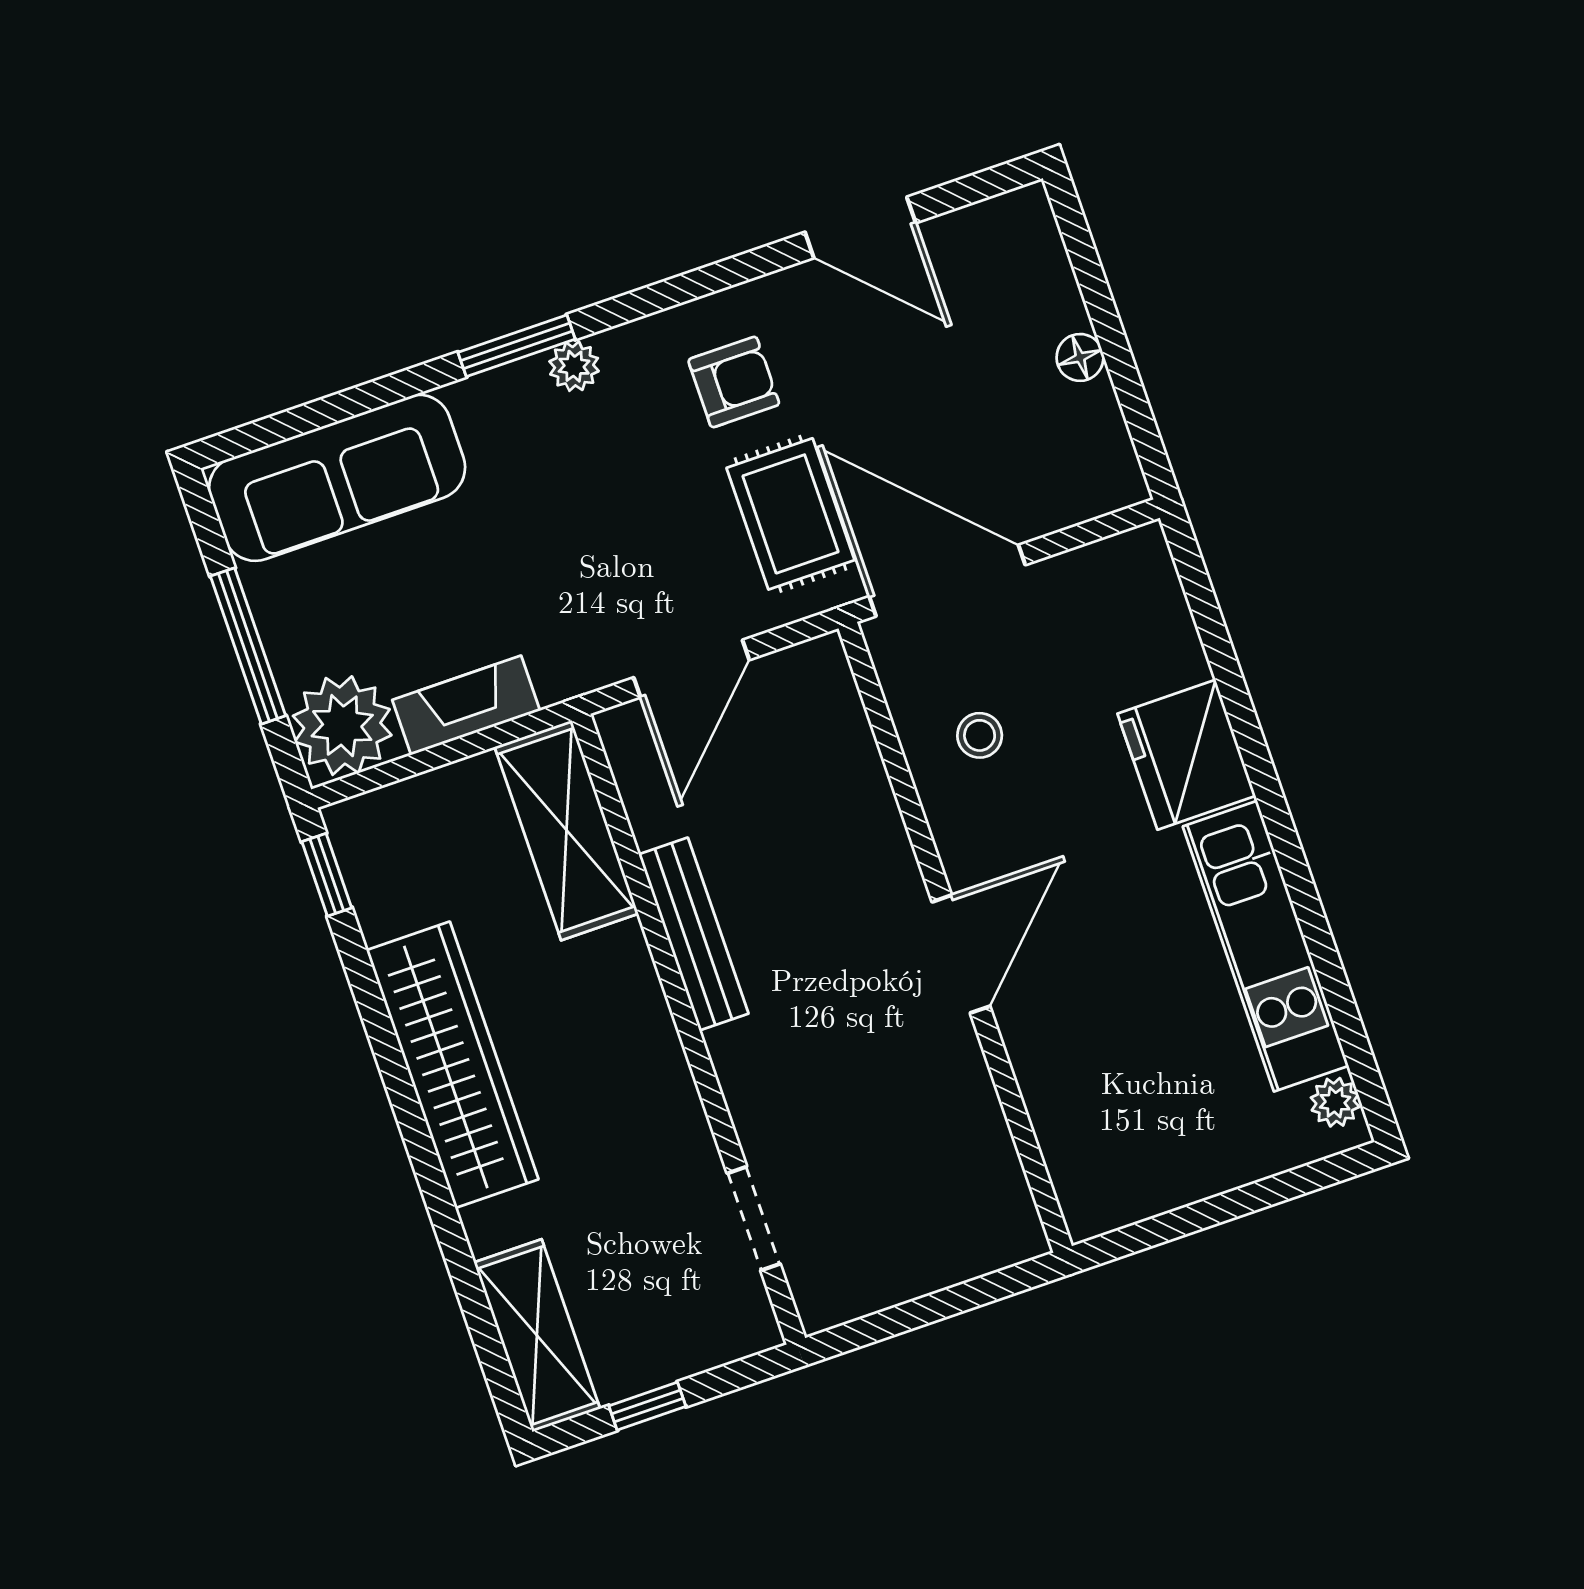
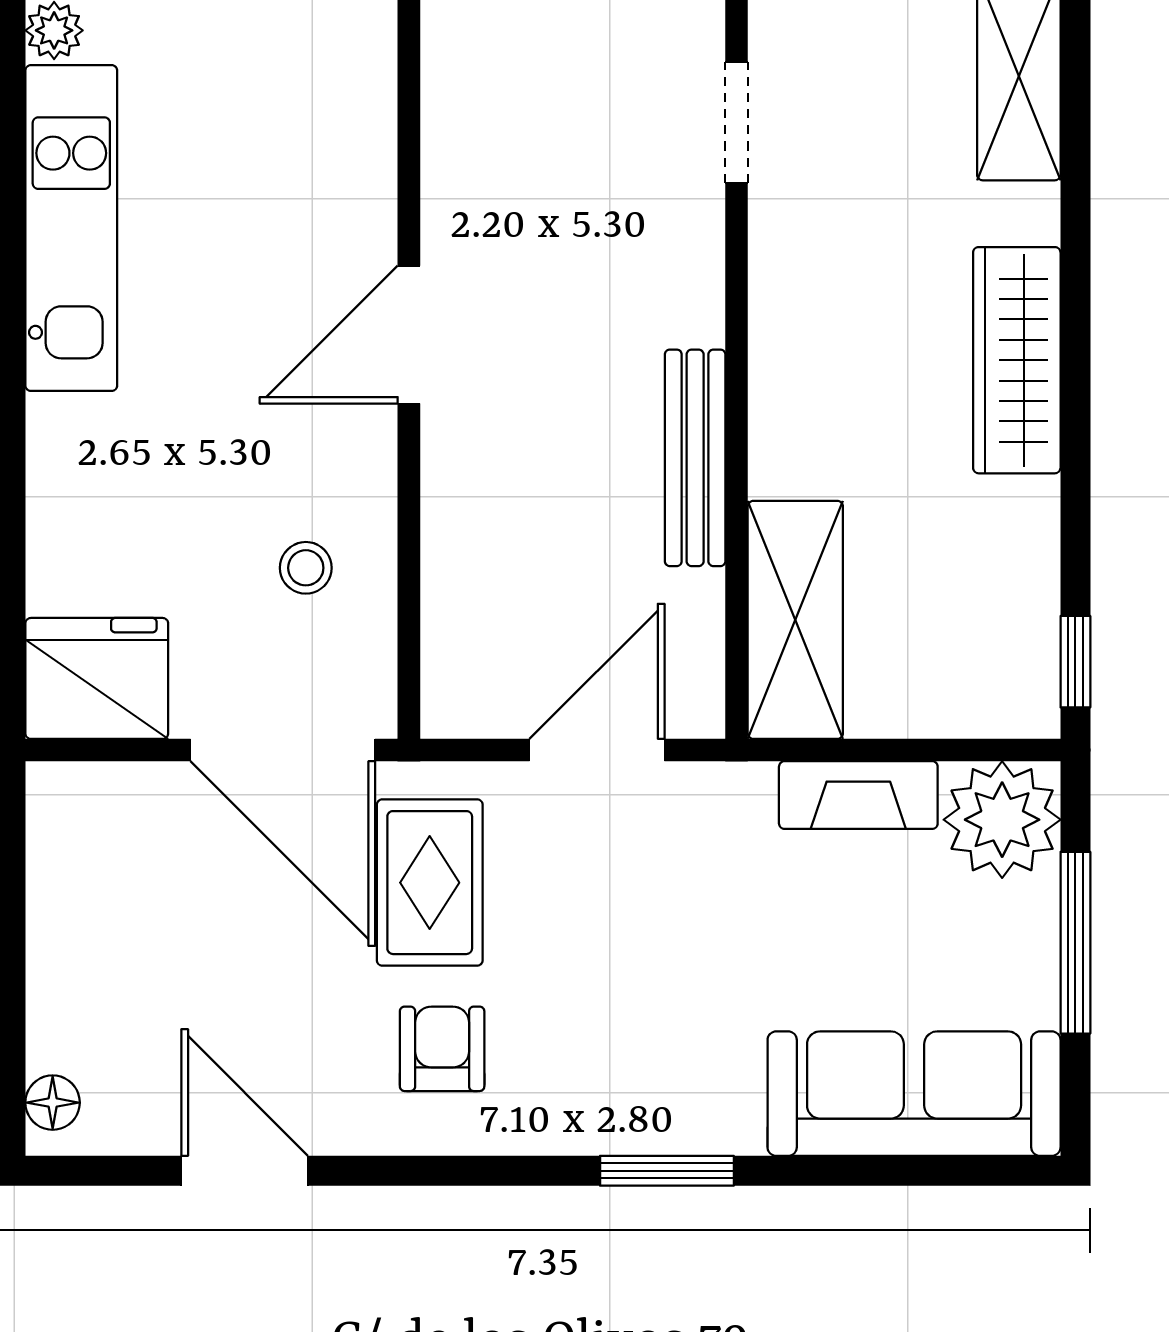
floor lamp: (1080, 357) -> (53, 1103), moved
plant: (574, 366) -> (612, 1127), removed
armchair: (734, 382) -> (442, 1049), turned 90
fridge: (1187, 755) -> (97, 678), moved, turned -90
wardrobe: (452, 1065) -> (1017, 360), width x0.71, depth x0.85

